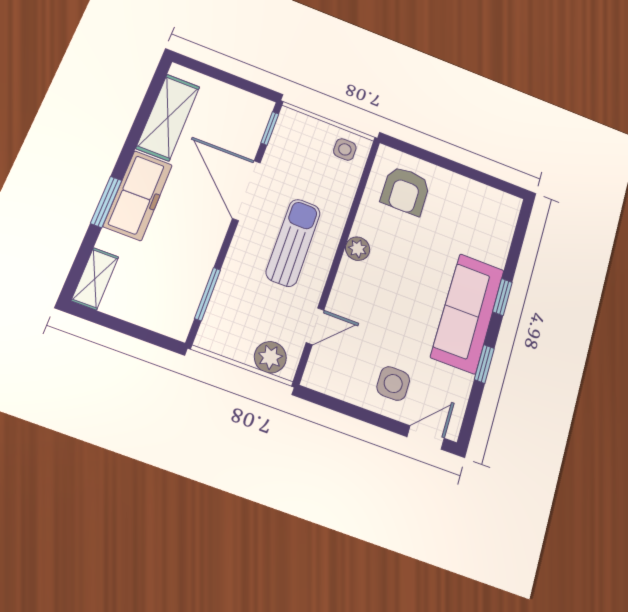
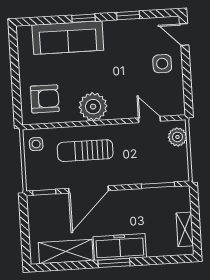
window: (106, 202) -> (114, 263), moved
sun lounger: (293, 242) -> (85, 151), moved
plant: (358, 249) -> (93, 107), width x1.87, depth x1.87
shelving: (95, 279) -> (185, 229), moved, turned 90
sofa: (468, 313) -> (68, 38), moved

